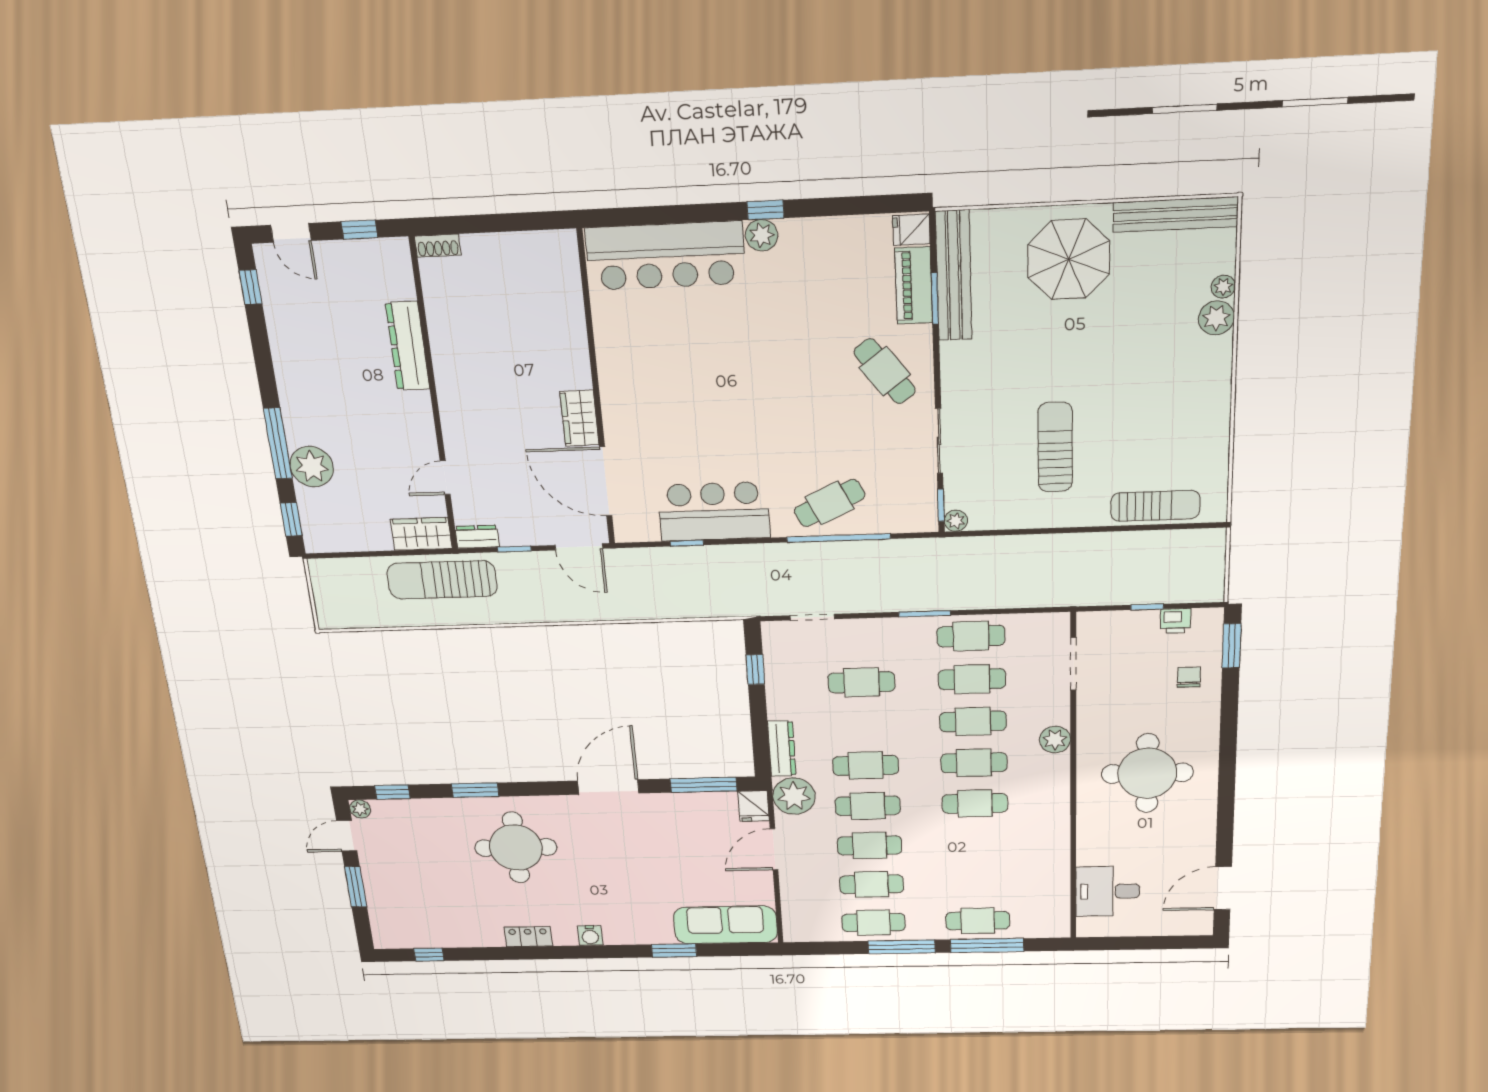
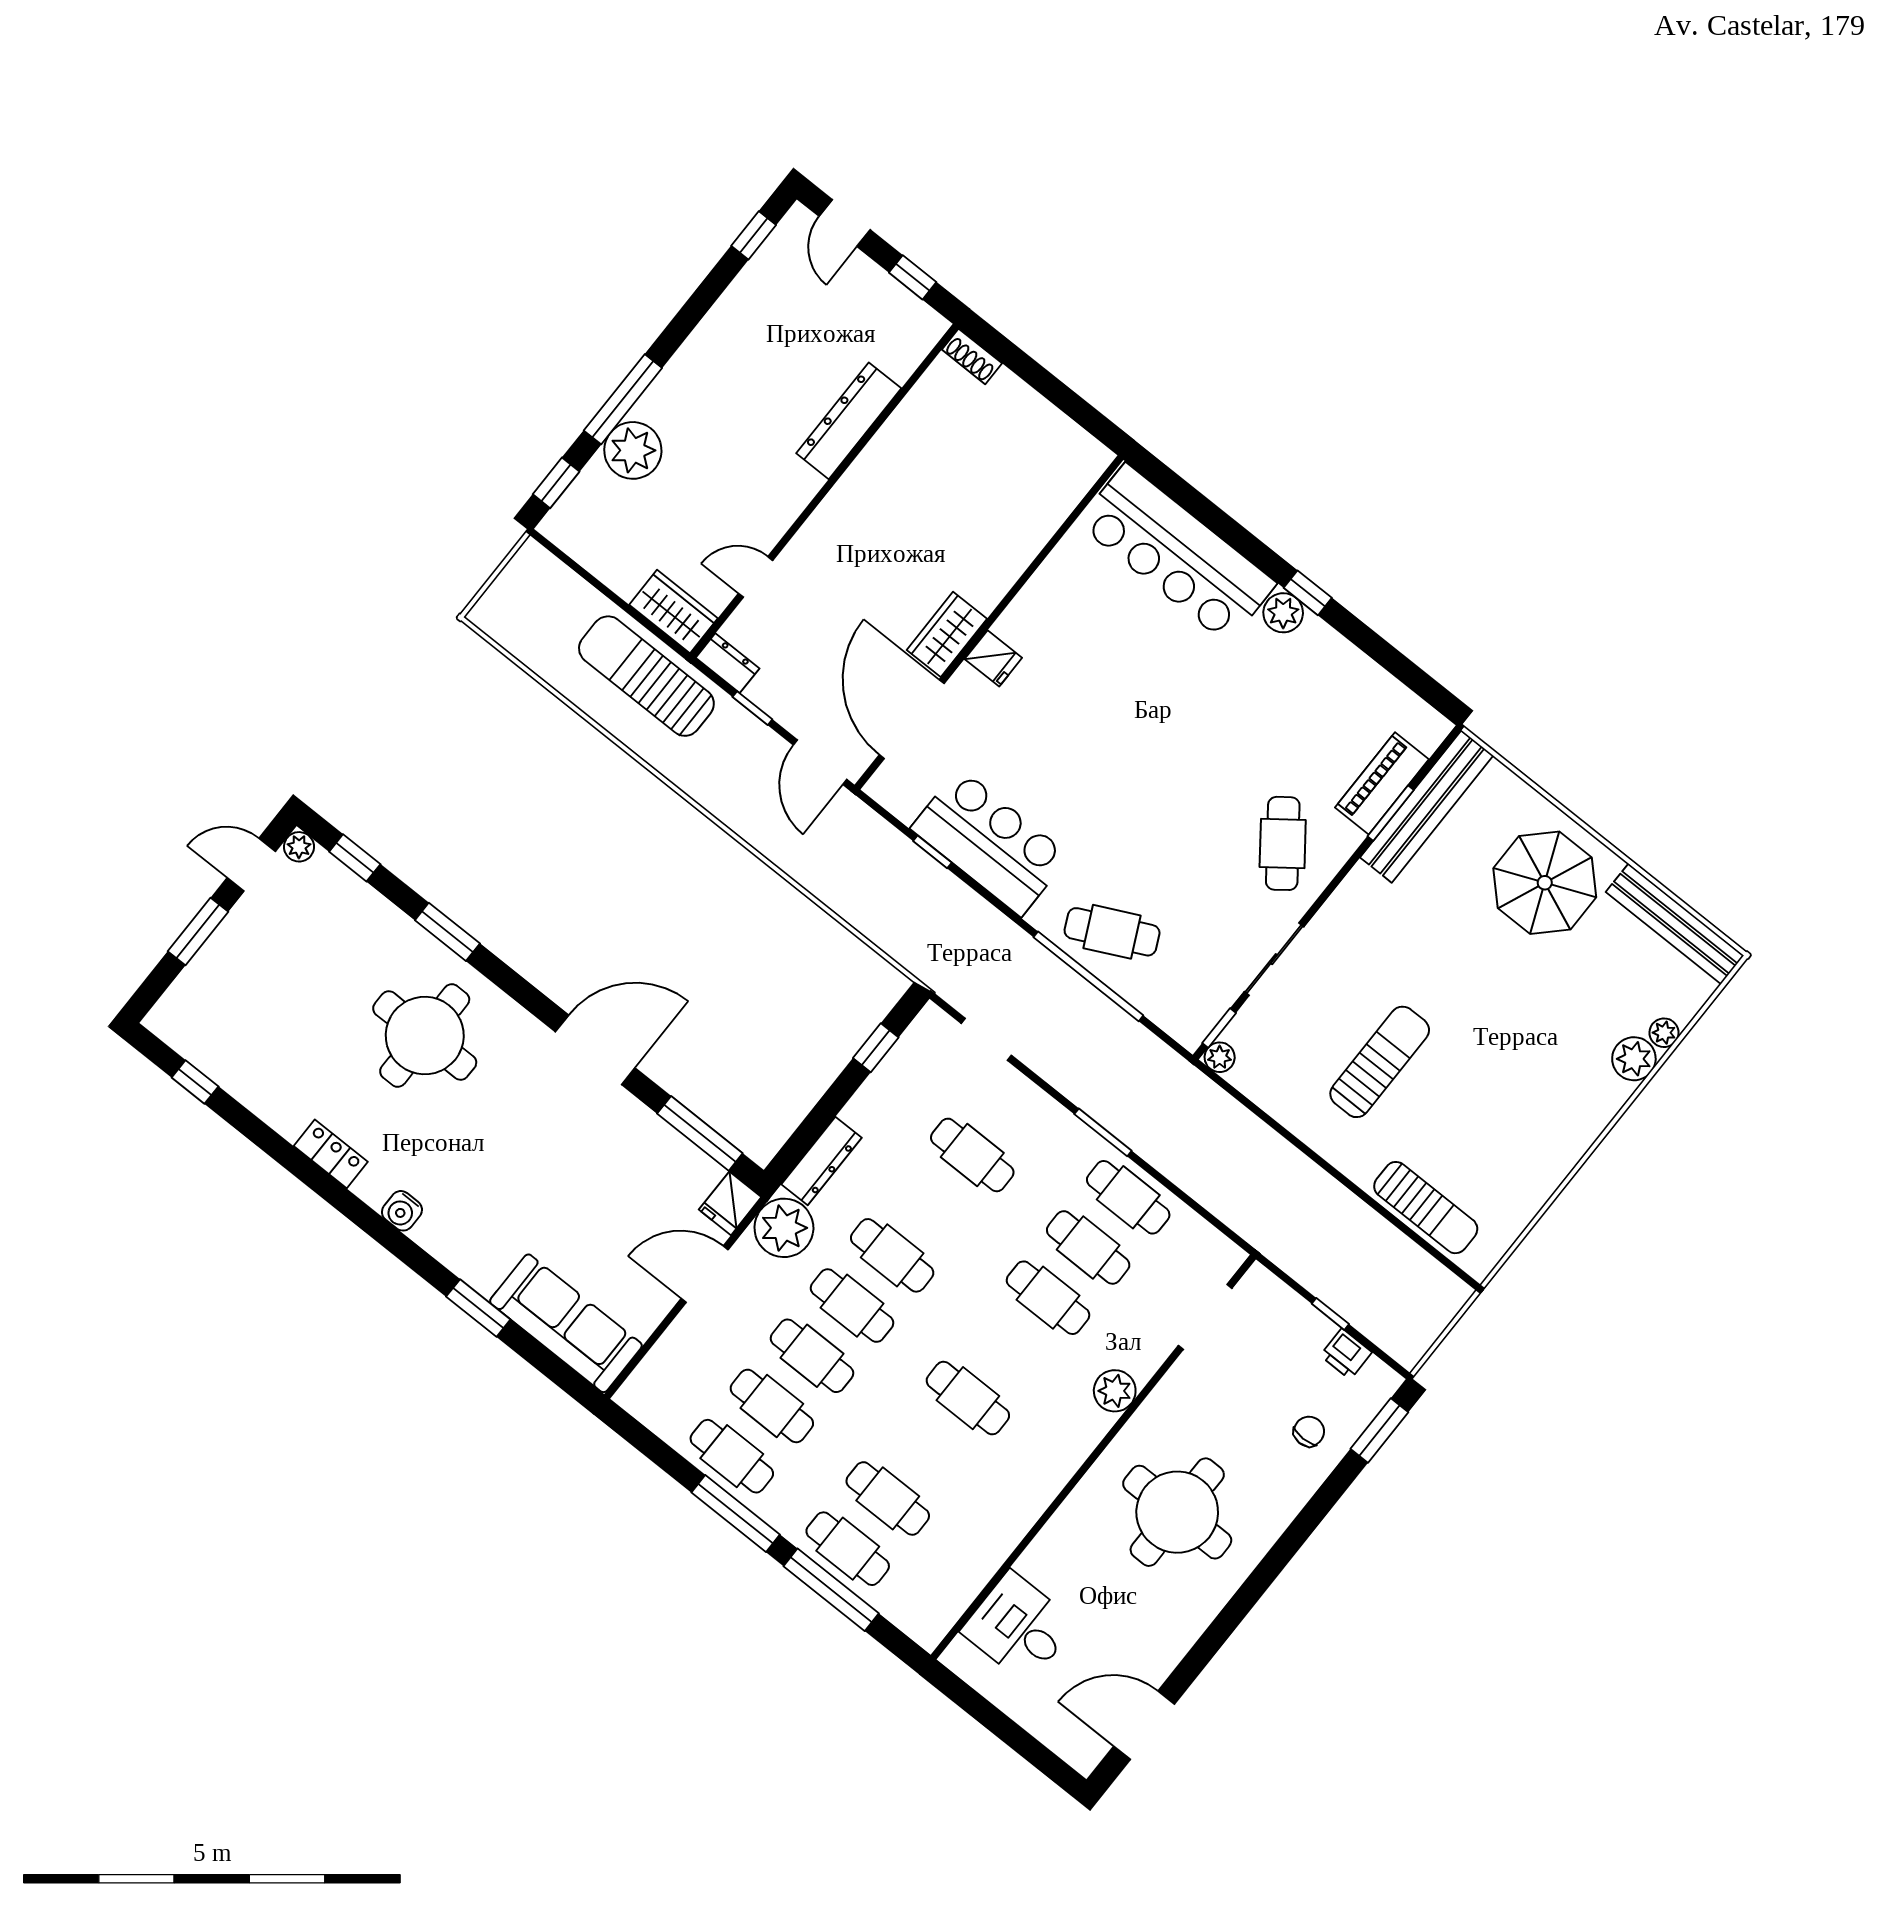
fridge: (911, 230) -> (993, 658), moved, turned 180
cafe table: (974, 763) -> (888, 1498), moved

